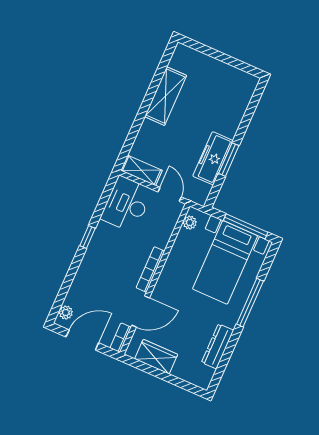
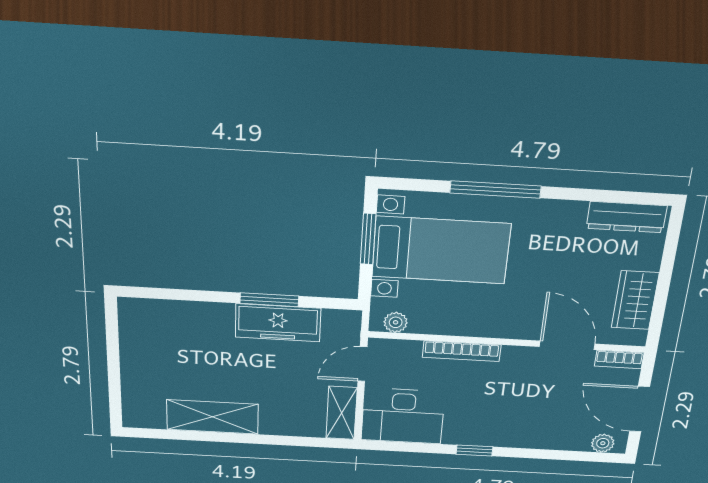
window: (246, 226) -> (368, 239), width x0.69
bookcase: (150, 269) -> (462, 351), moved
dresser: (218, 346) -> (627, 217), moved

